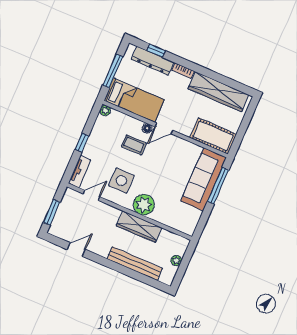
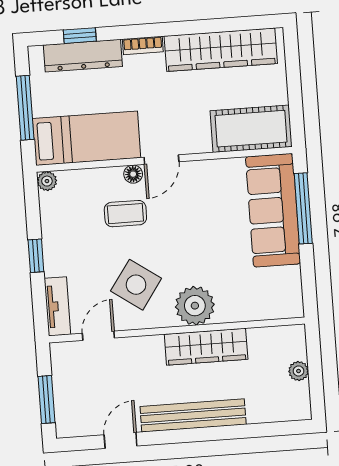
side table: (121, 181) -> (136, 285), turned 35
bench: (135, 264) -> (193, 415), moved

